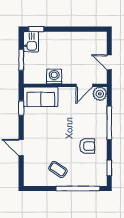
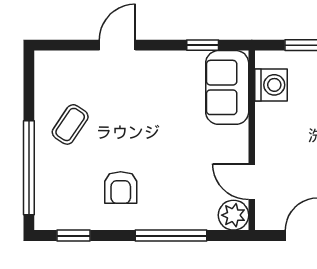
washing machine: (54, 76) -> (271, 85), moved

